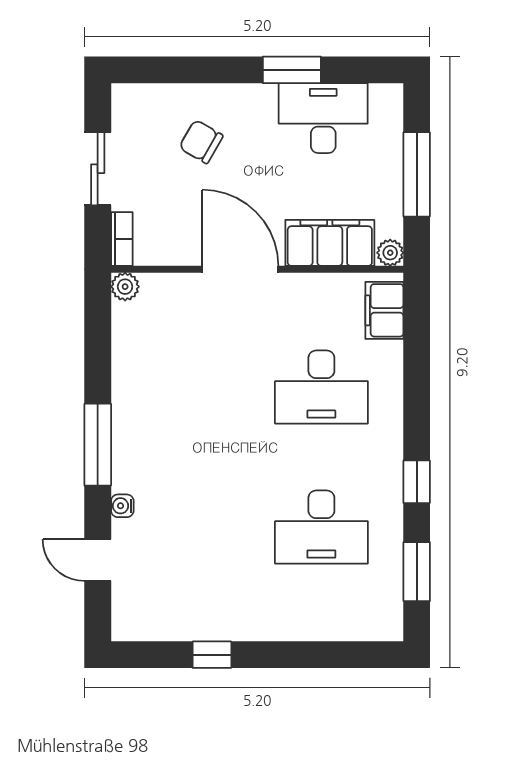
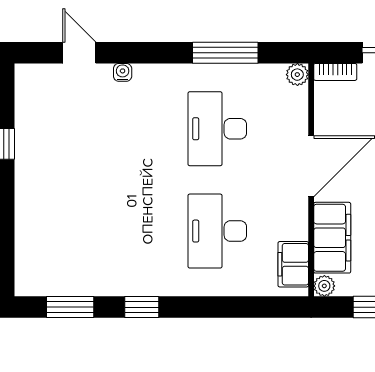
filing cabinet: (384, 310) -> (293, 264), moved, turned -90
window: (98, 445) -> (225, 53), moved
desk: (321, 527) -> (217, 129), moved
door: (98, 560) -> (79, 53), hinge flipped

